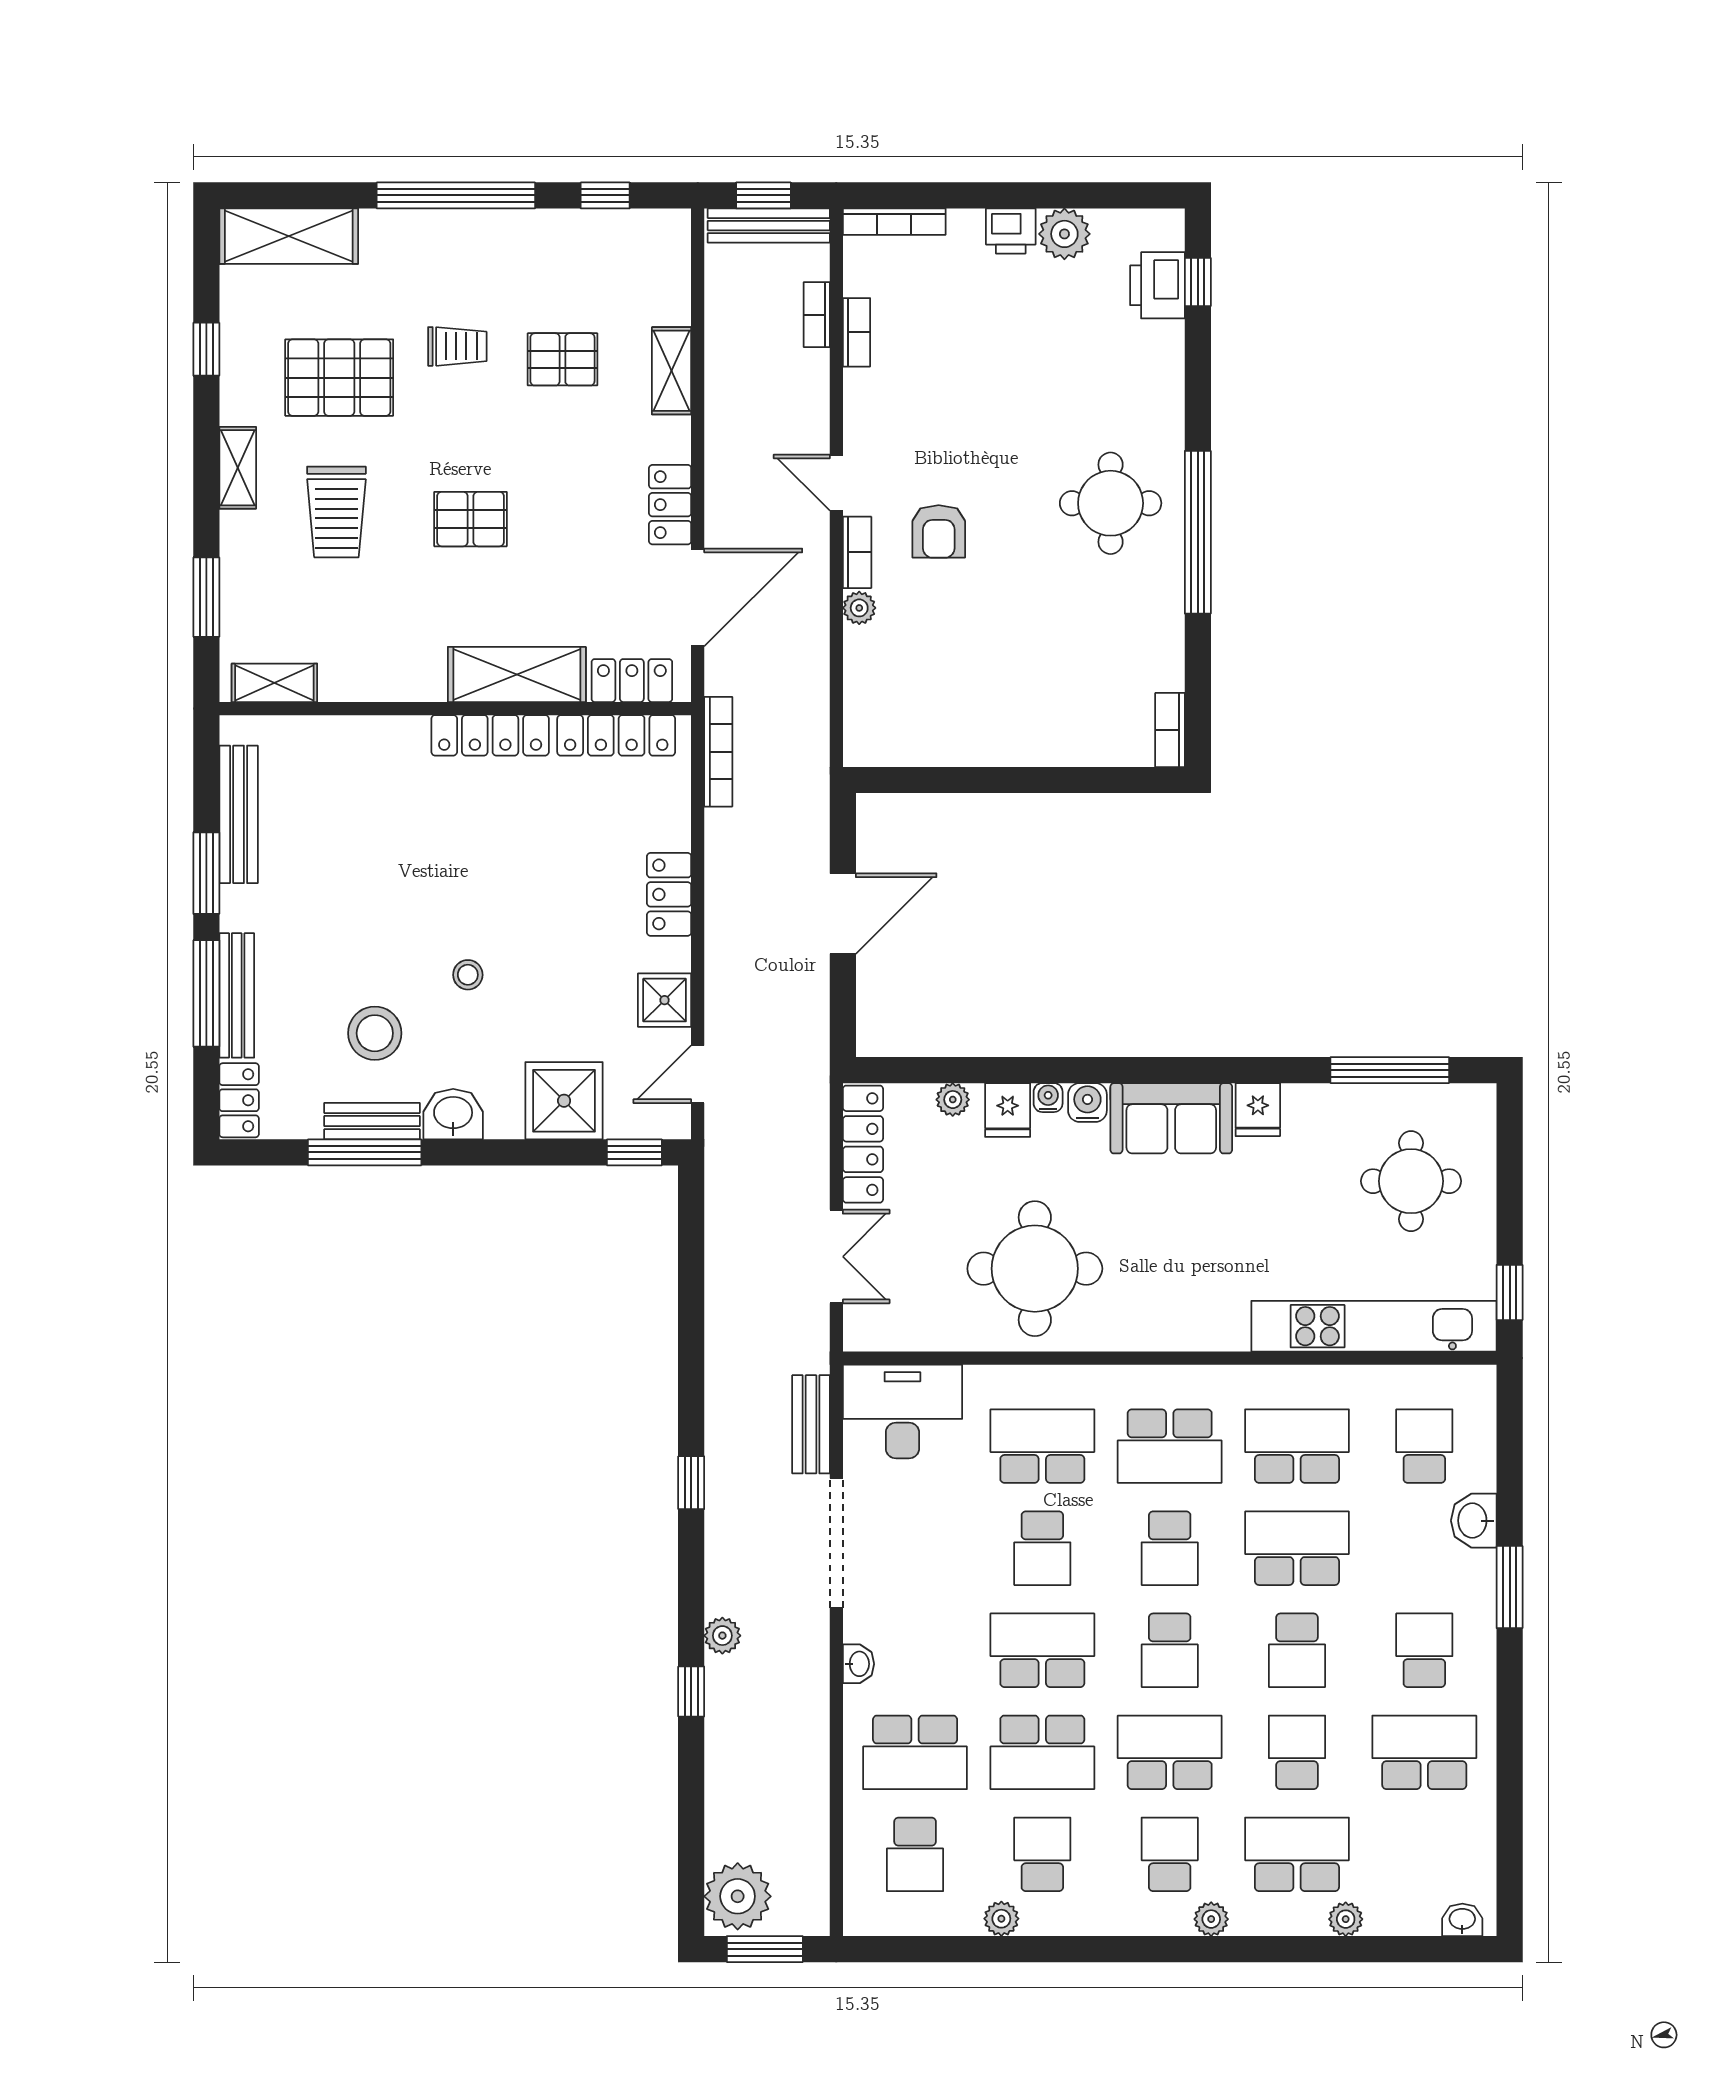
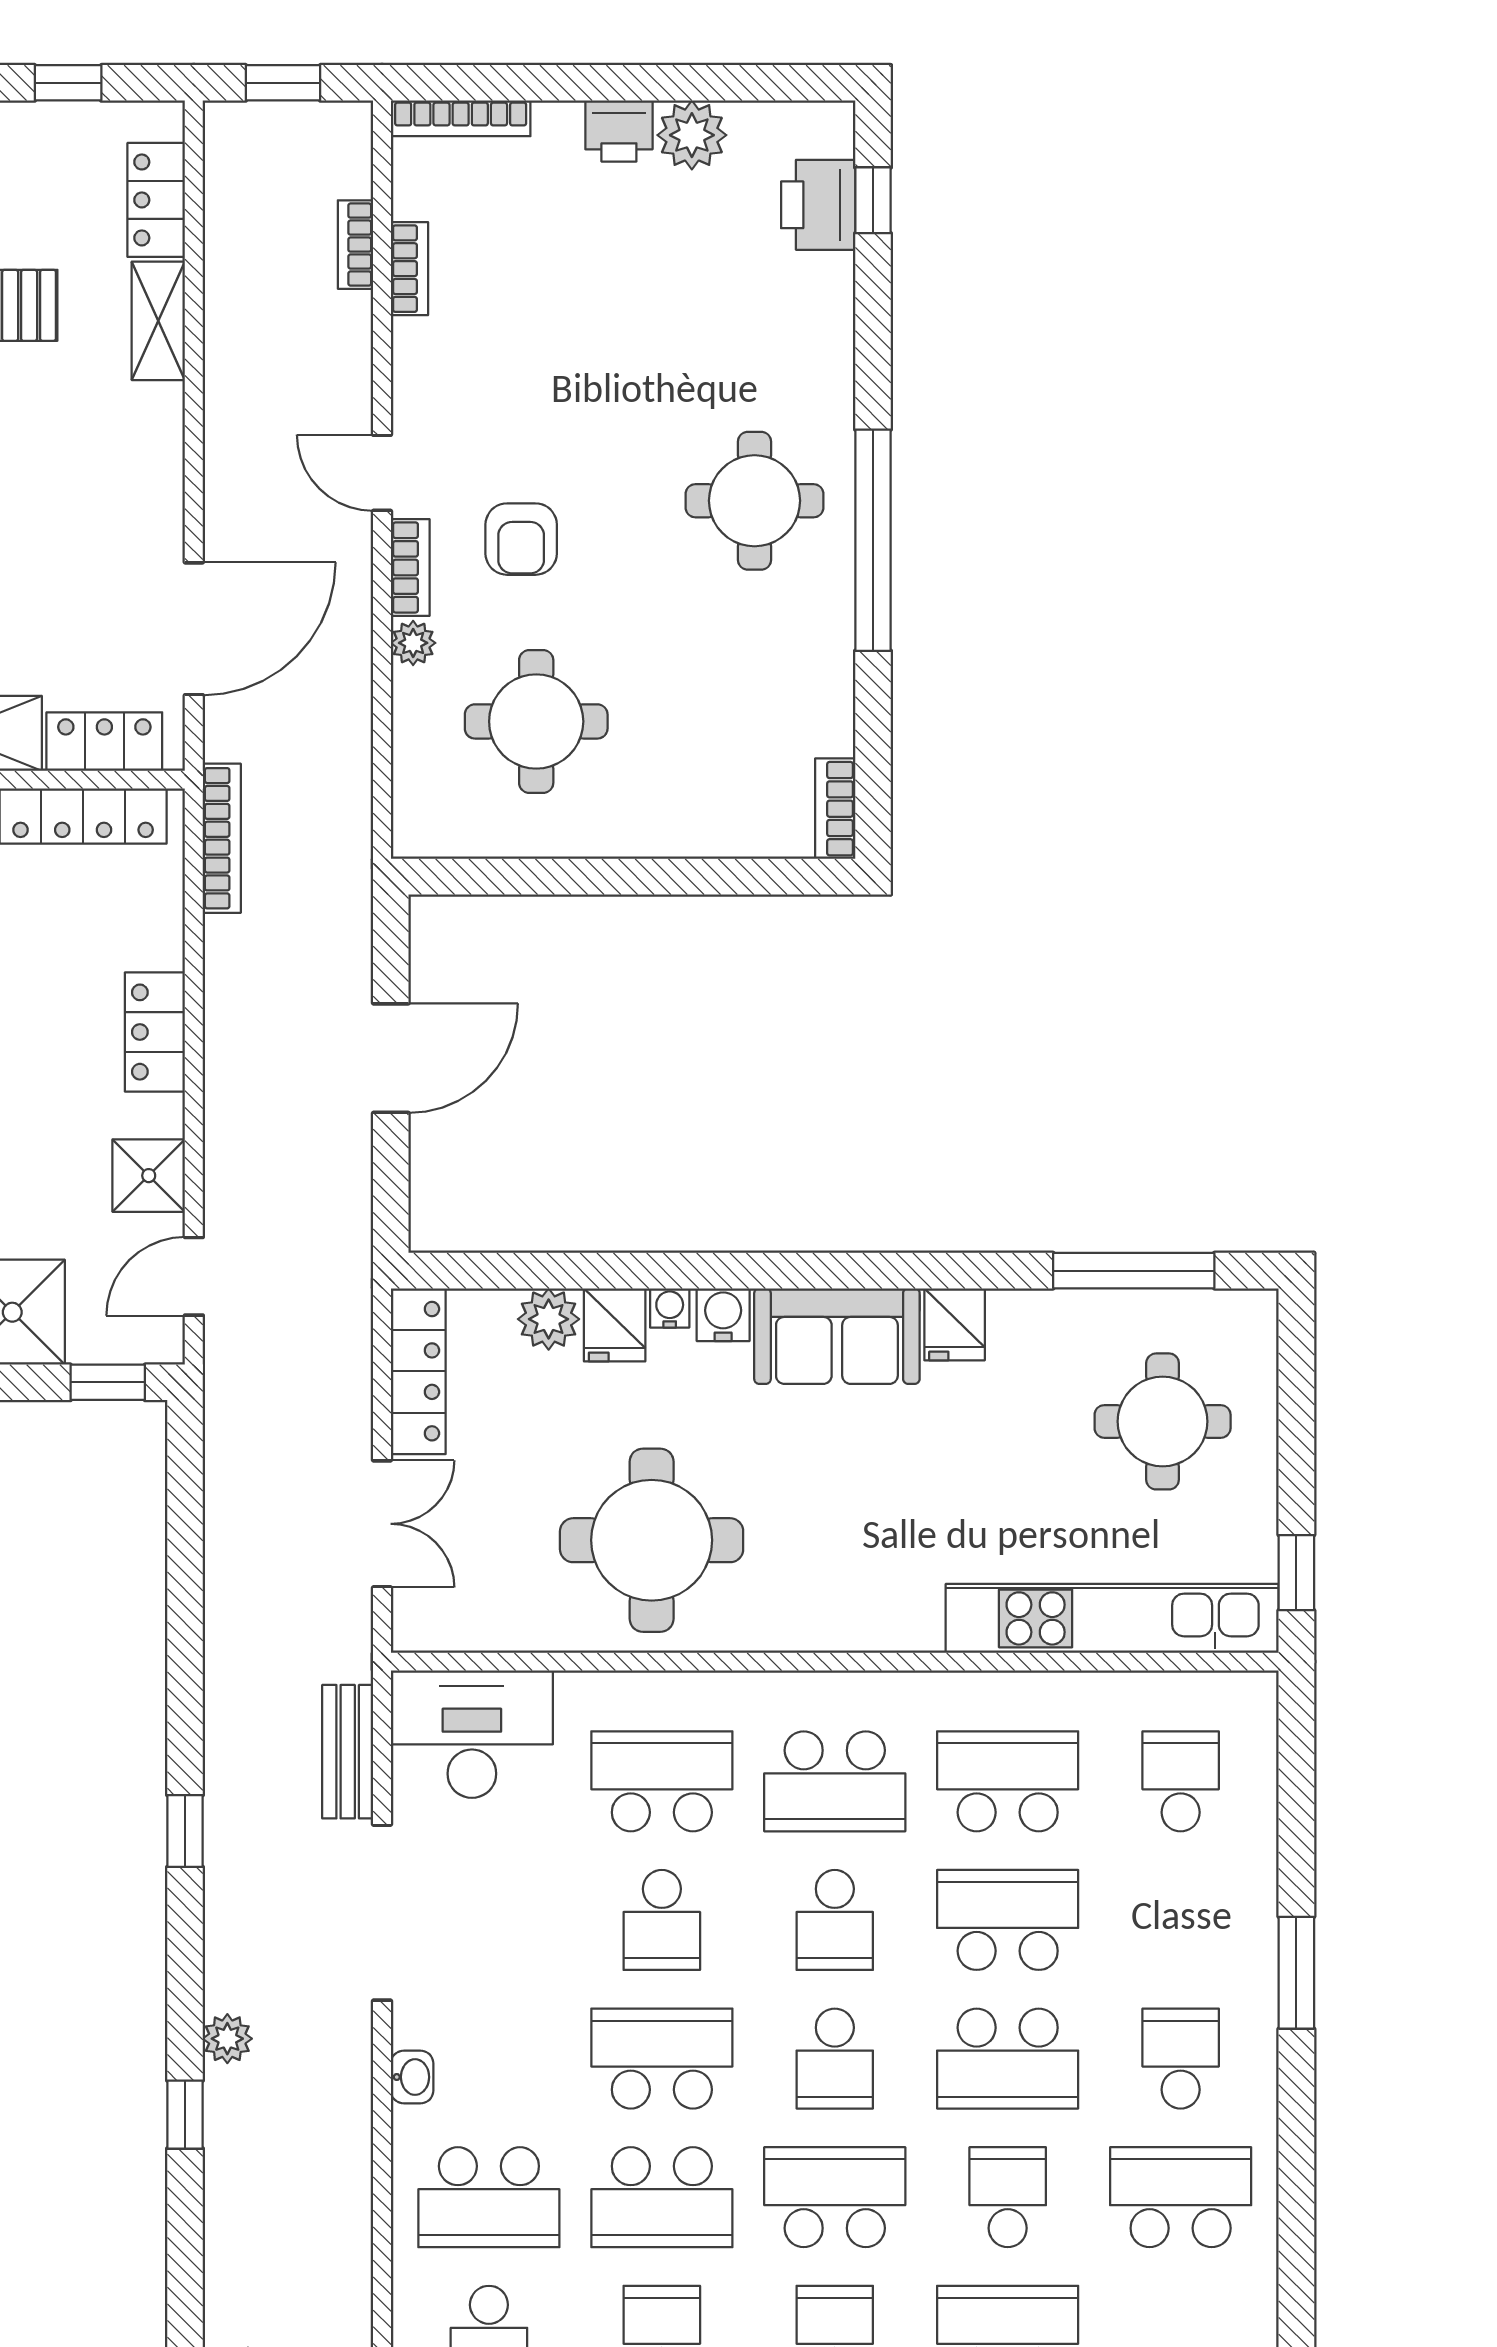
bench: (769, 226) -> (290, 124), removed
locker: (670, 505) -> (156, 200), moved
round table: (950, 666) -> (536, 721), added
plant: (953, 1100) -> (549, 1319), width x1.38, depth x1.38
washbasin: (1474, 1521) -> (1248, 1882), removed
school desk: (1297, 1650) -> (1008, 2059), width x1.85

